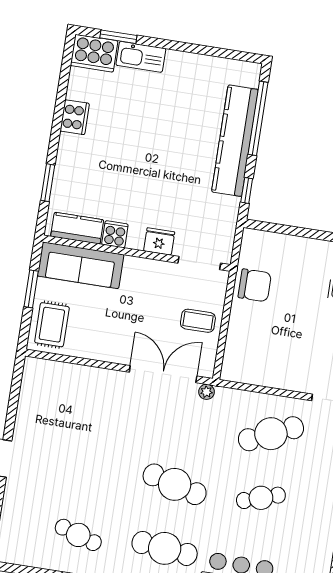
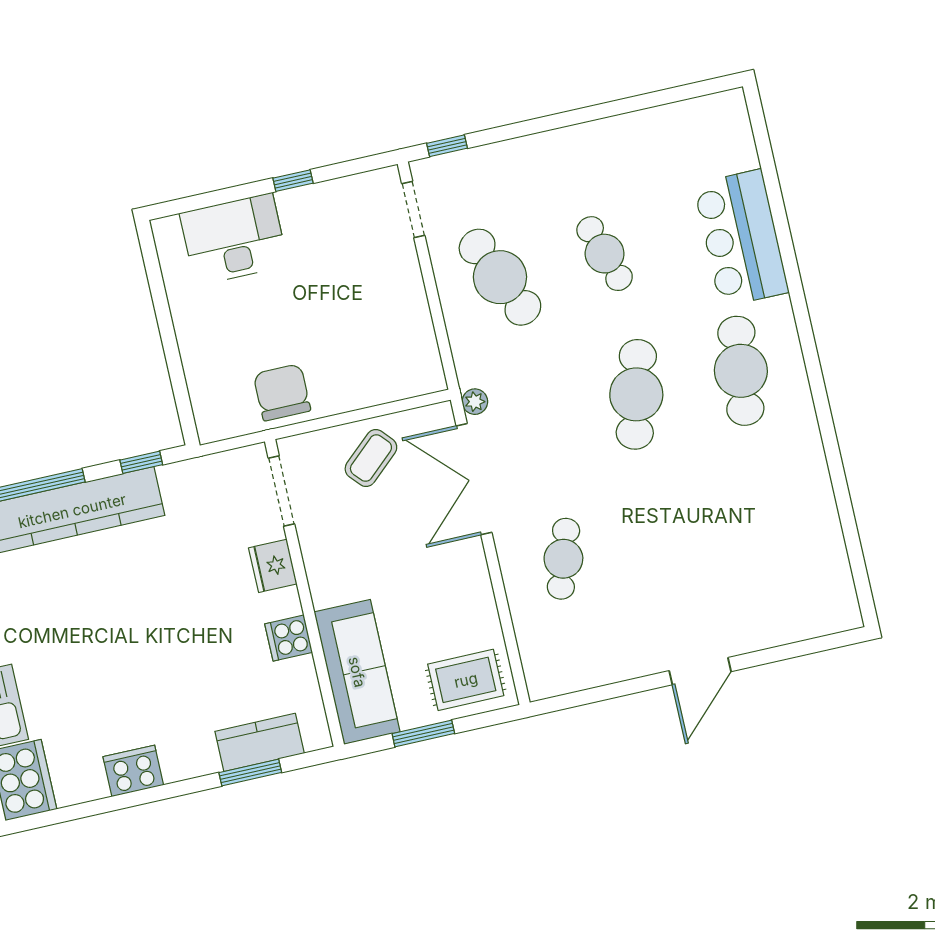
kitchen counter: (77, 228) -> (260, 742), moved, turned 90
coffee table: (198, 321) -> (371, 458), turned 48
cafe table: (78, 535) -> (563, 559), moved

